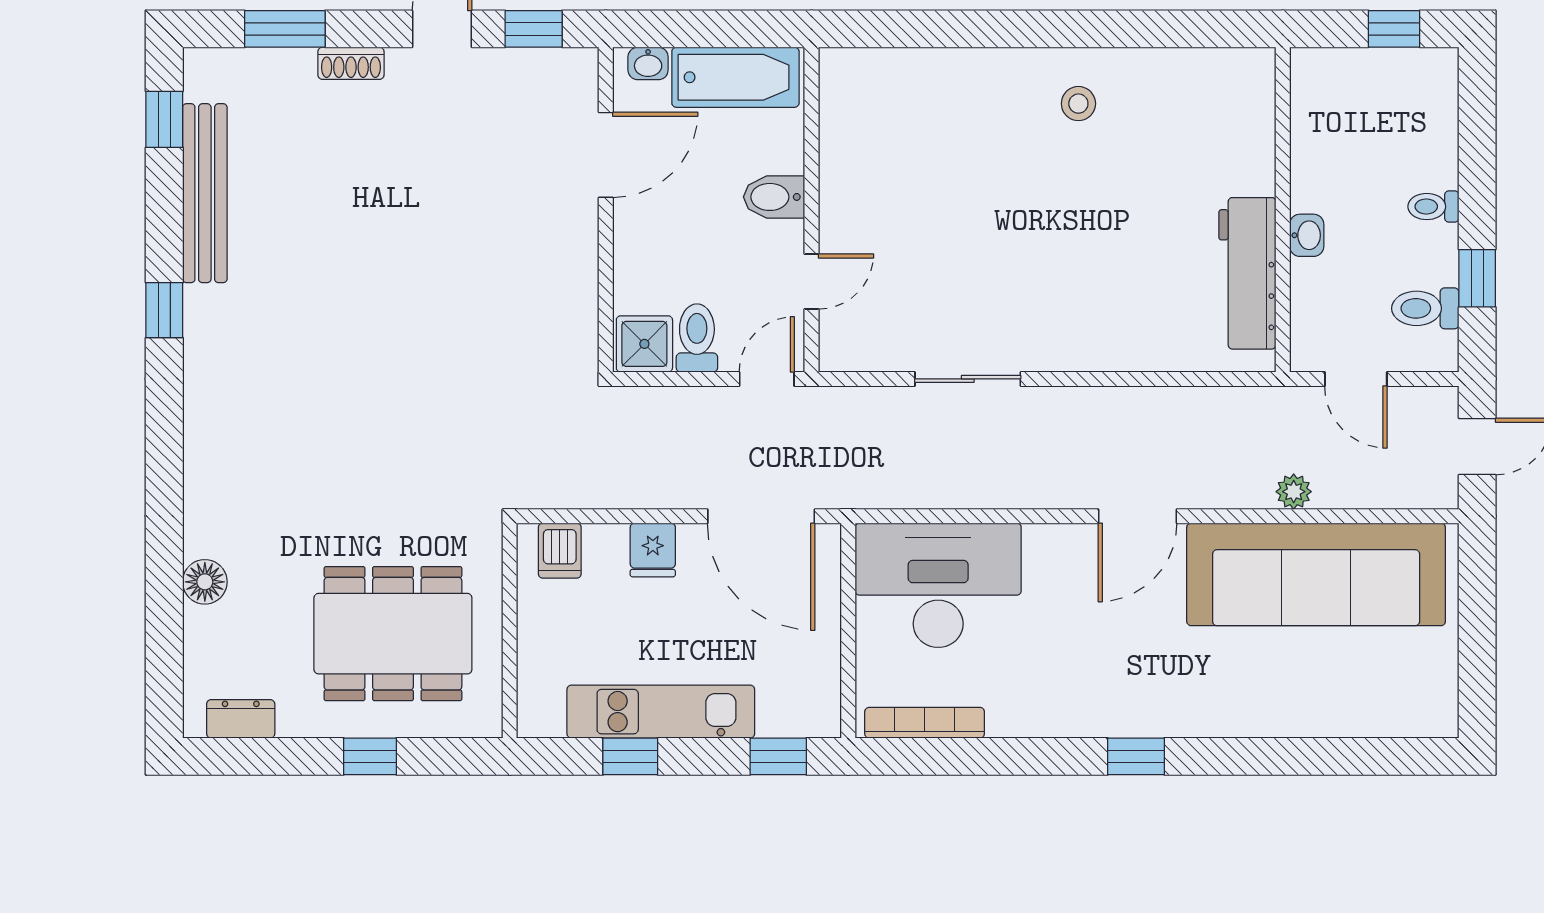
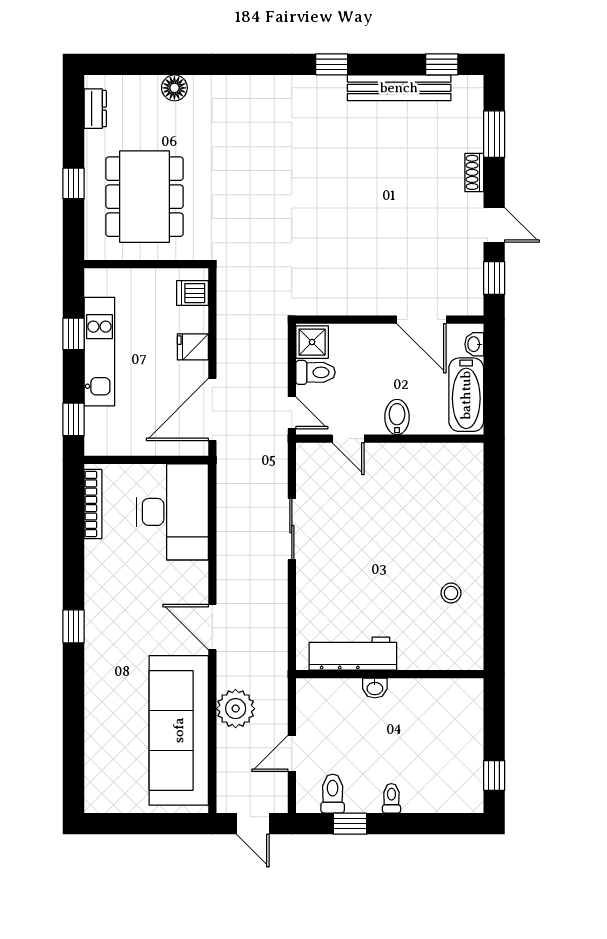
wall: (1283, 210) -> (390, 674), moved
washbasin: (1307, 235) -> (375, 688), moved
workbench: (1247, 273) -> (353, 654), moved
plant: (1294, 492) -> (236, 709), width x1.88, depth x1.88

